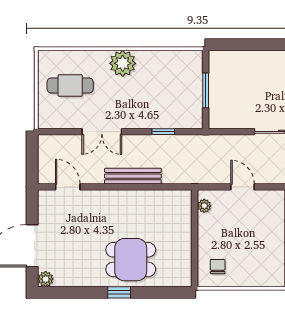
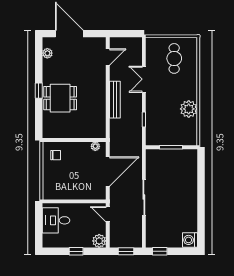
plant: (123, 63) -> (189, 109), moved
door: (243, 187) -> (108, 171), width x1.88
dining table: (131, 260) -> (60, 98), turned 90
plant: (46, 279) -> (47, 53), moved

